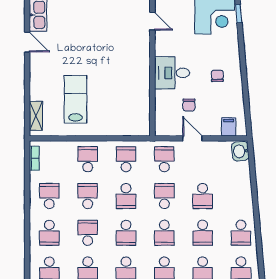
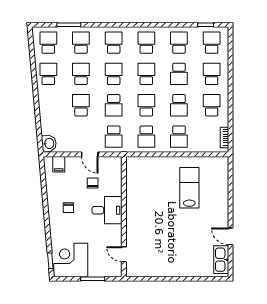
lab bench: (76, 99) -> (189, 188), turned 180
shelving: (36, 116) -> (223, 174), removed
school desk: (49, 196) -> (212, 105), turned 180

